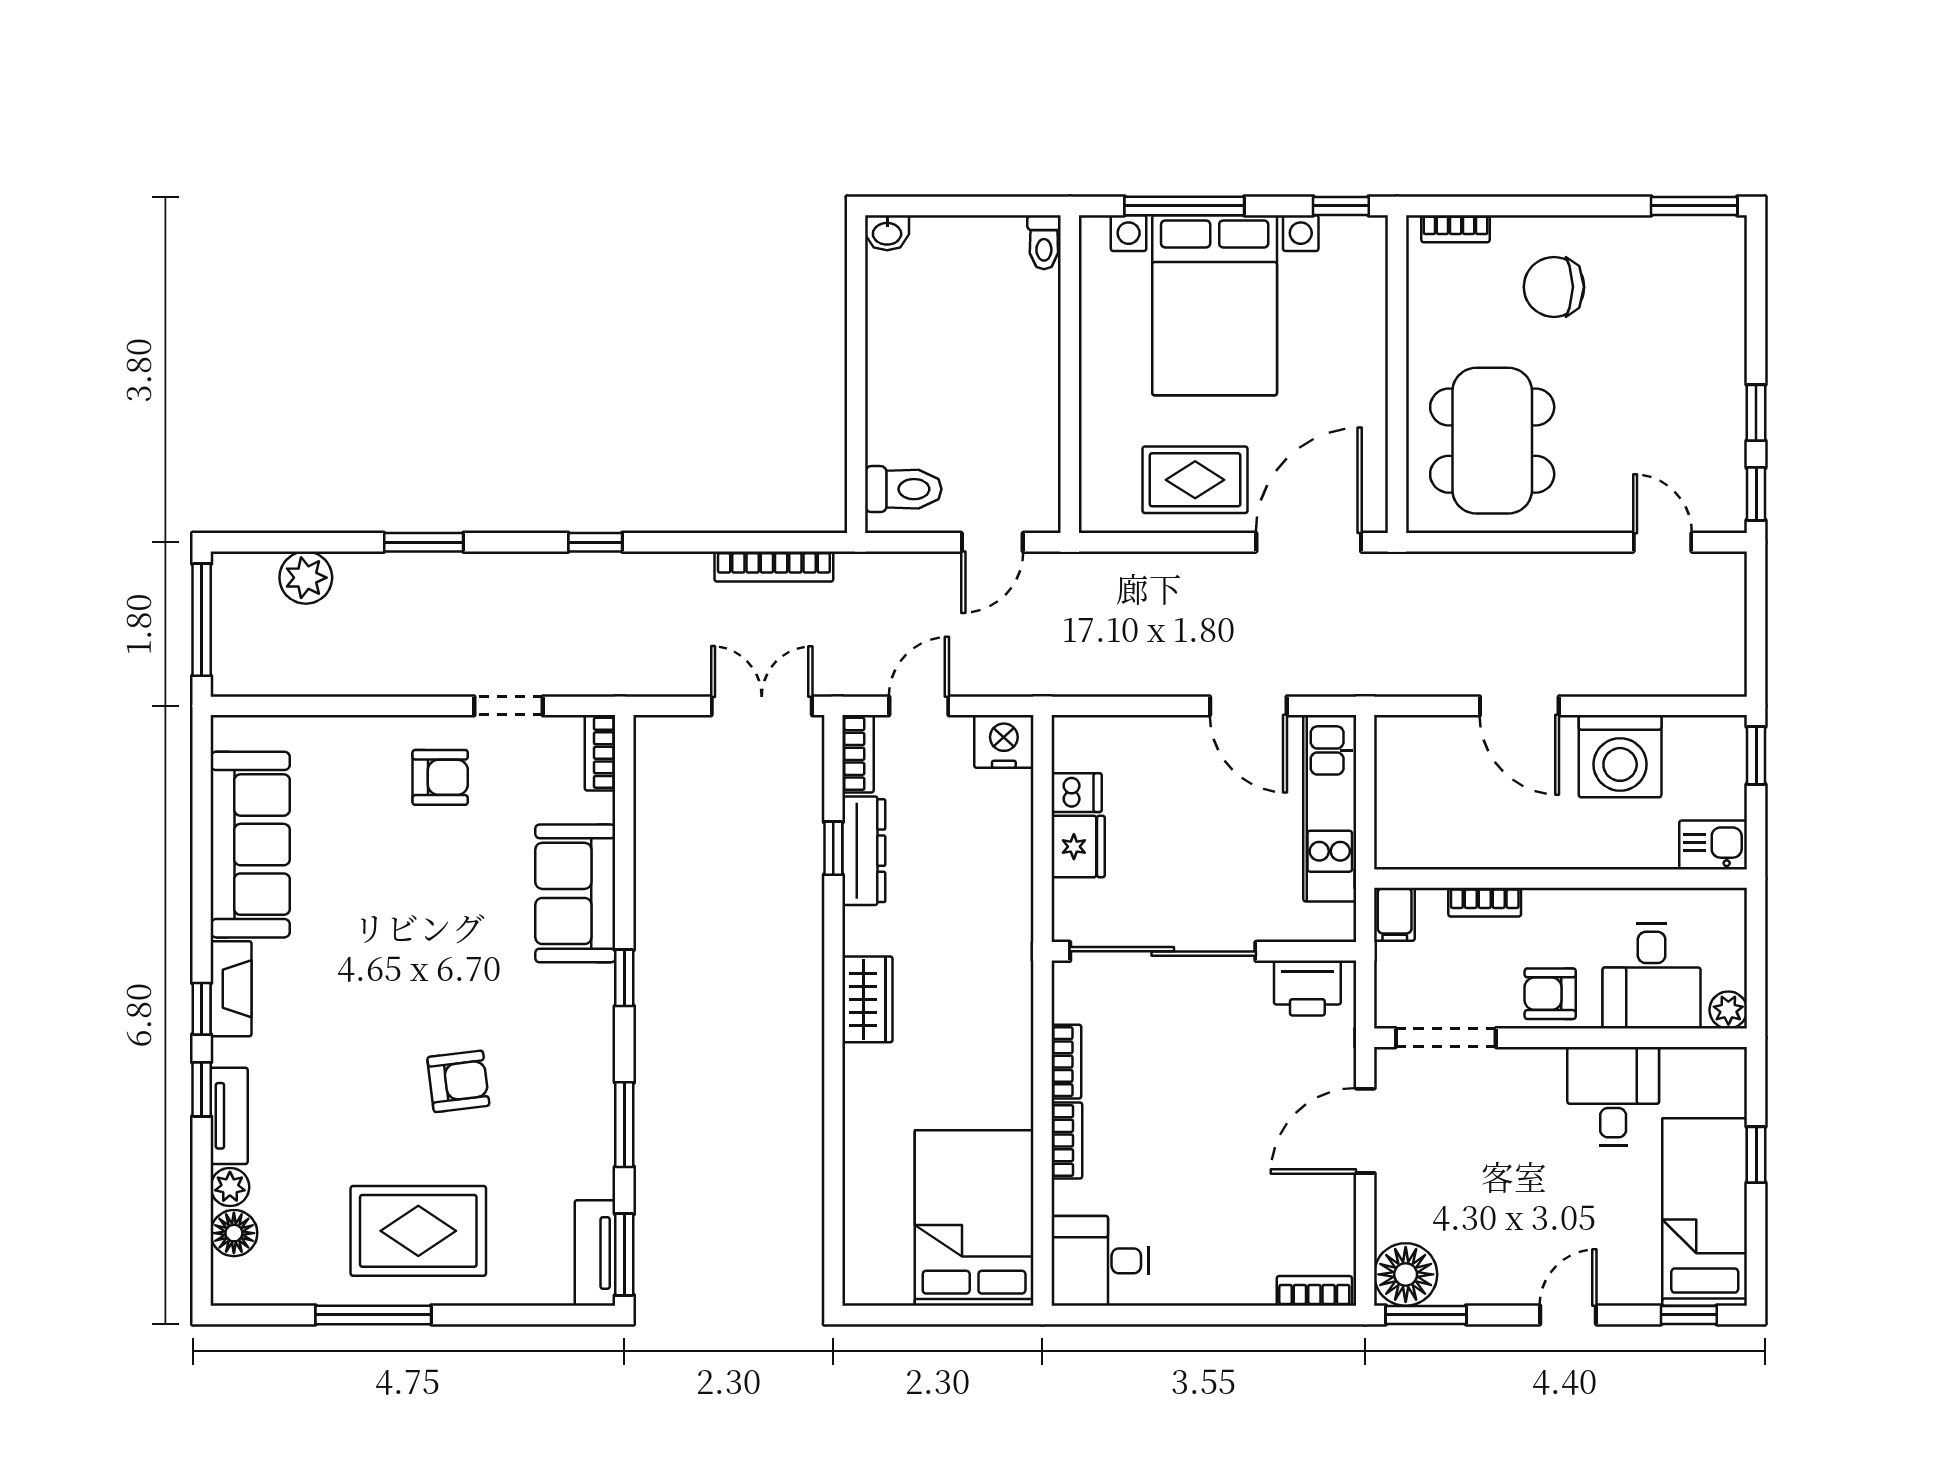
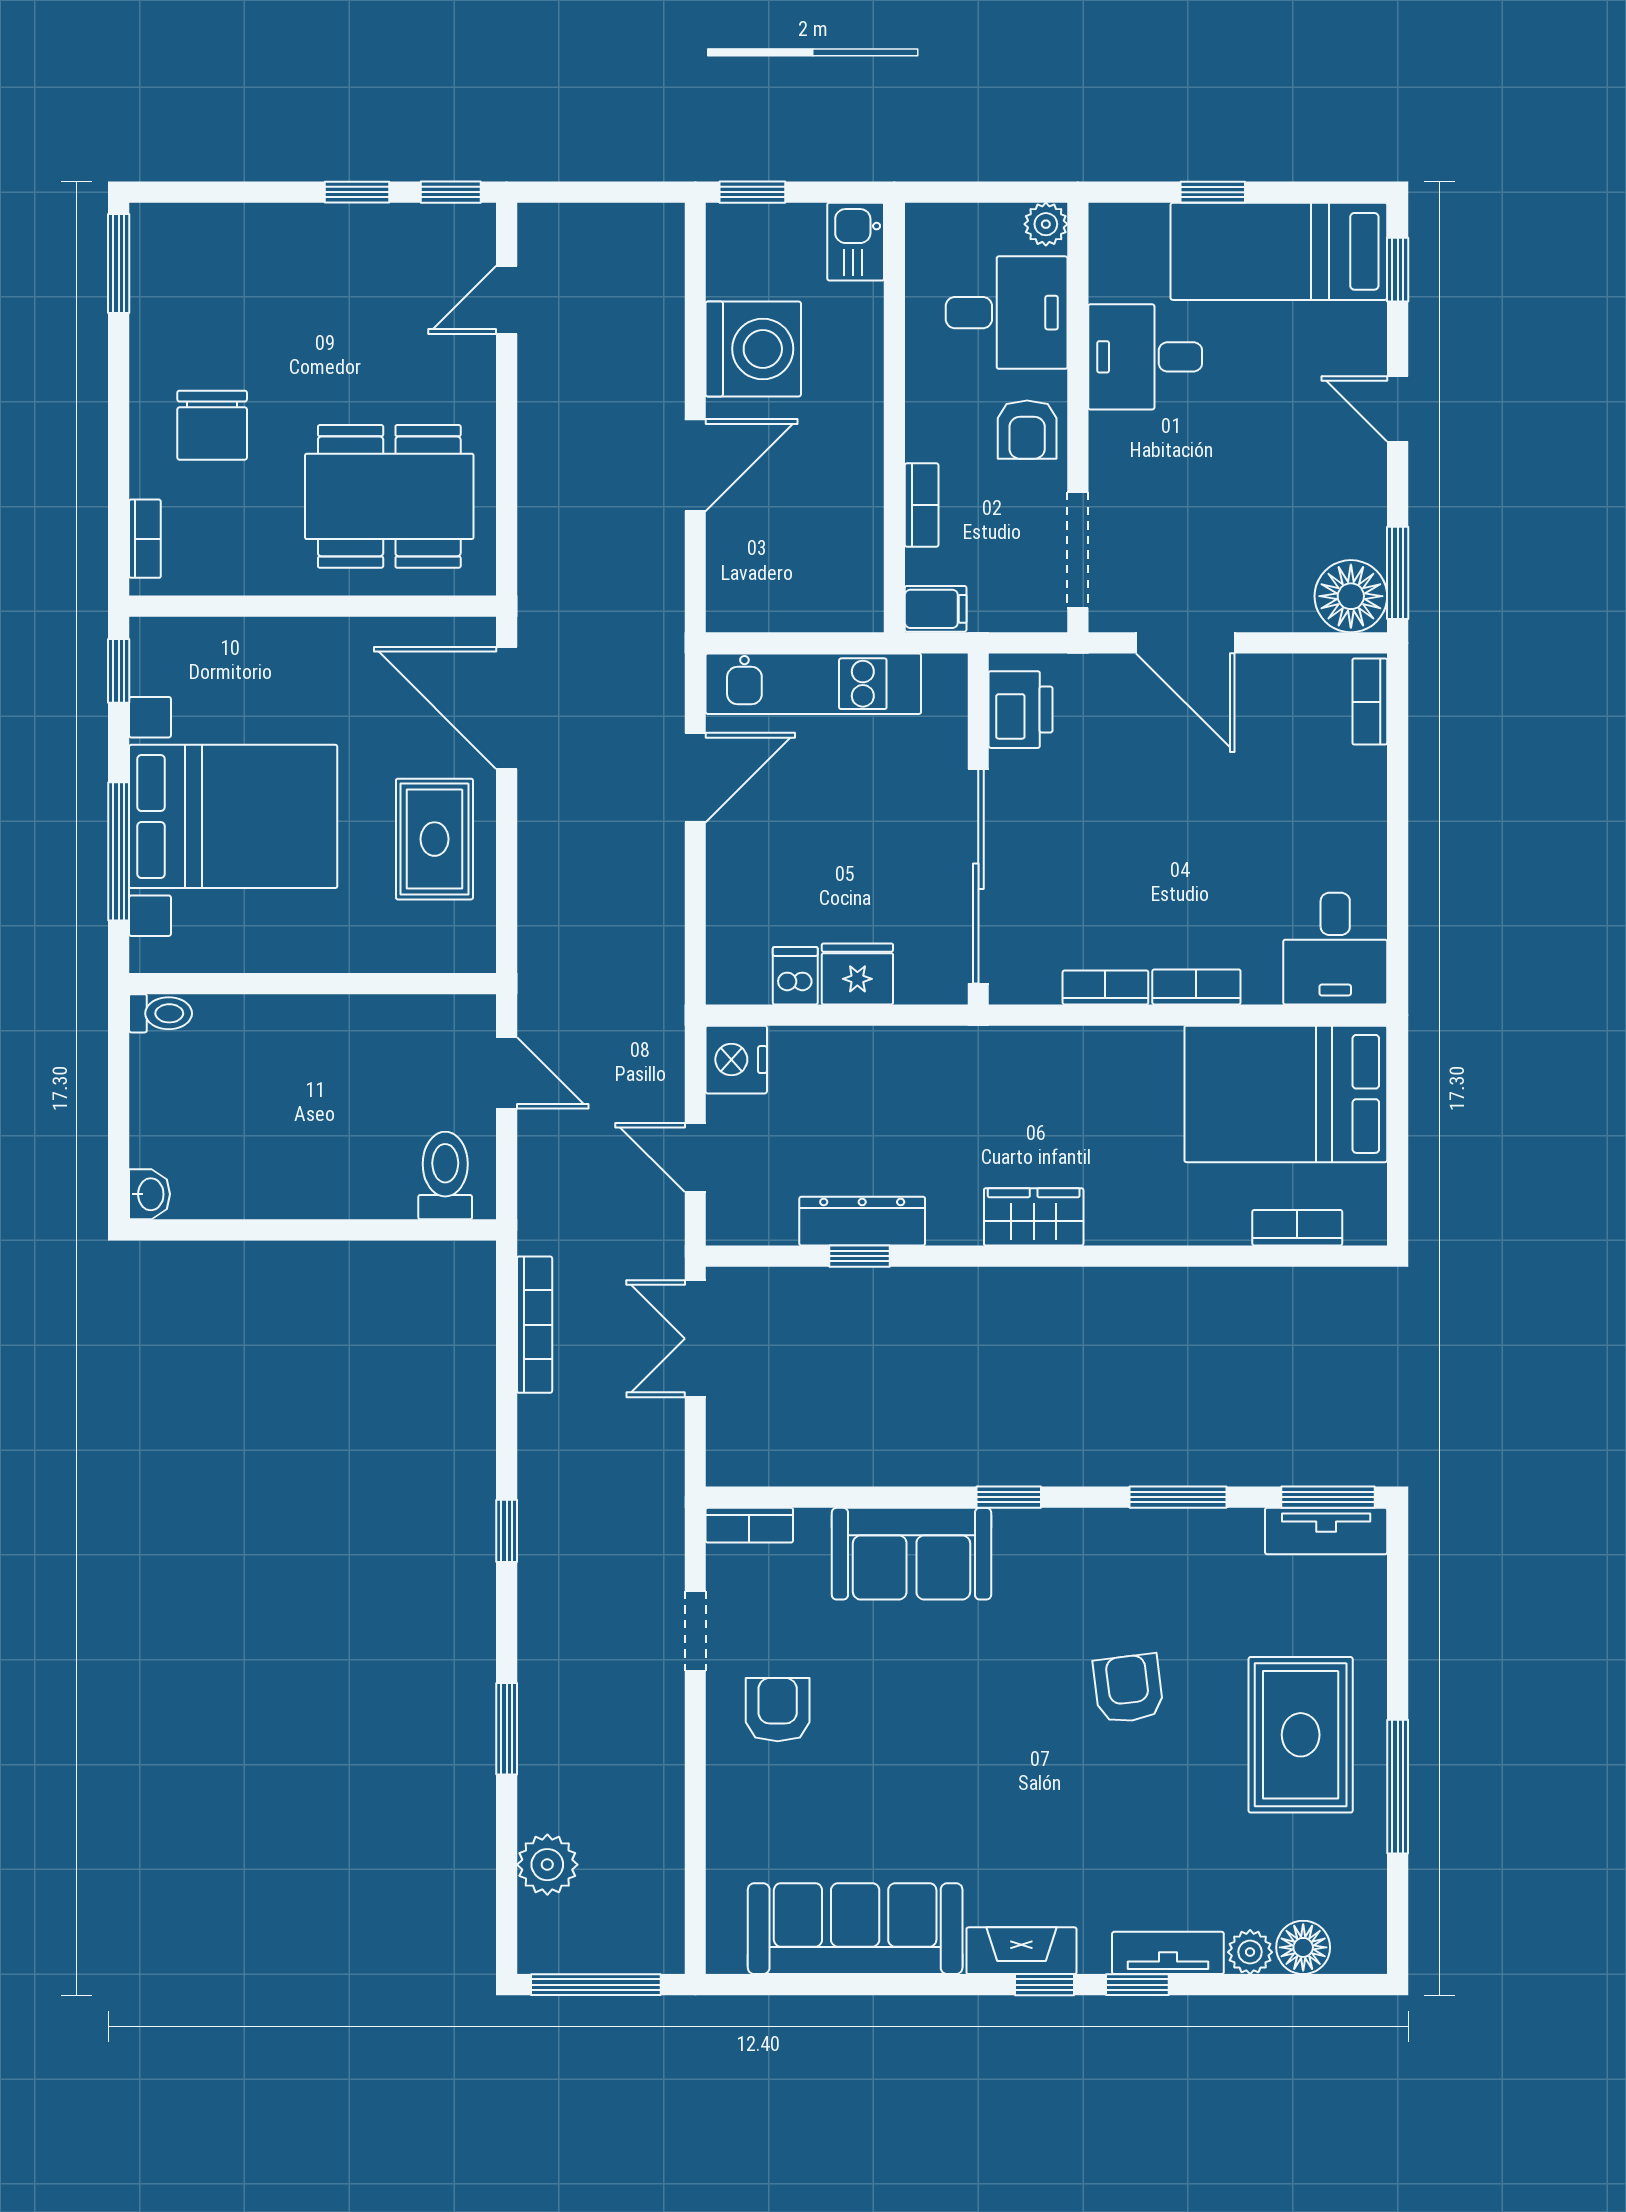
bookcase: (858, 754) -> (1297, 1228), moved

